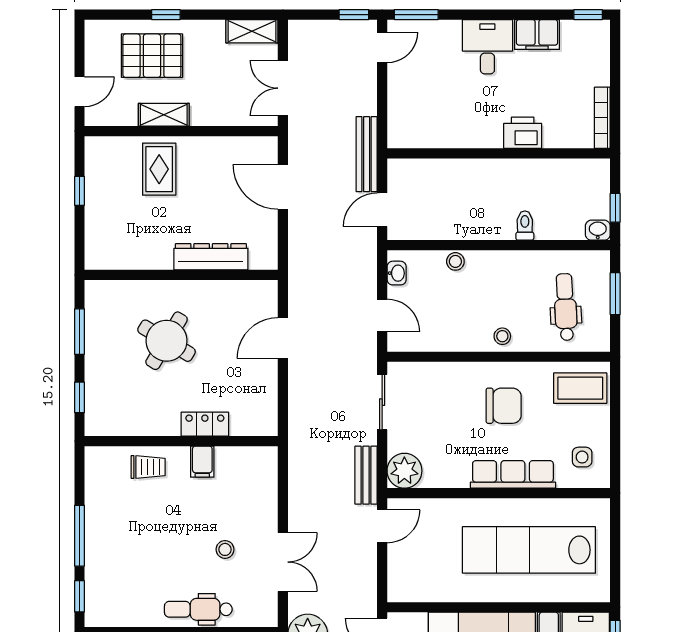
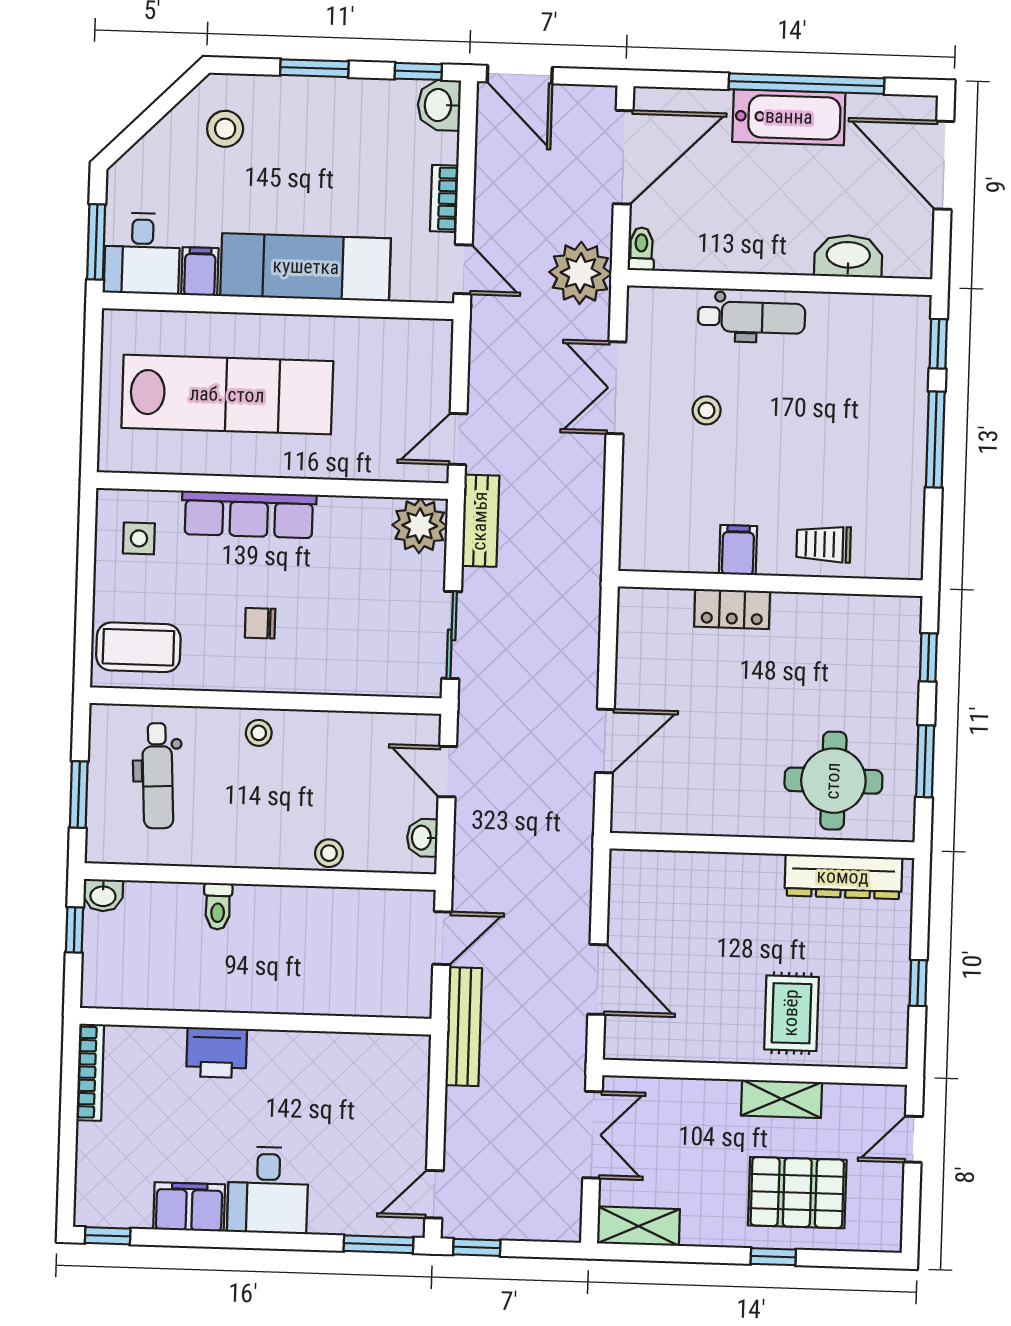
dresser: (211, 257) -> (843, 877), moved
round table: (167, 341) -> (833, 781), moved, turned -31
chair: (504, 406) -> (260, 623), width x0.54, depth x0.54

